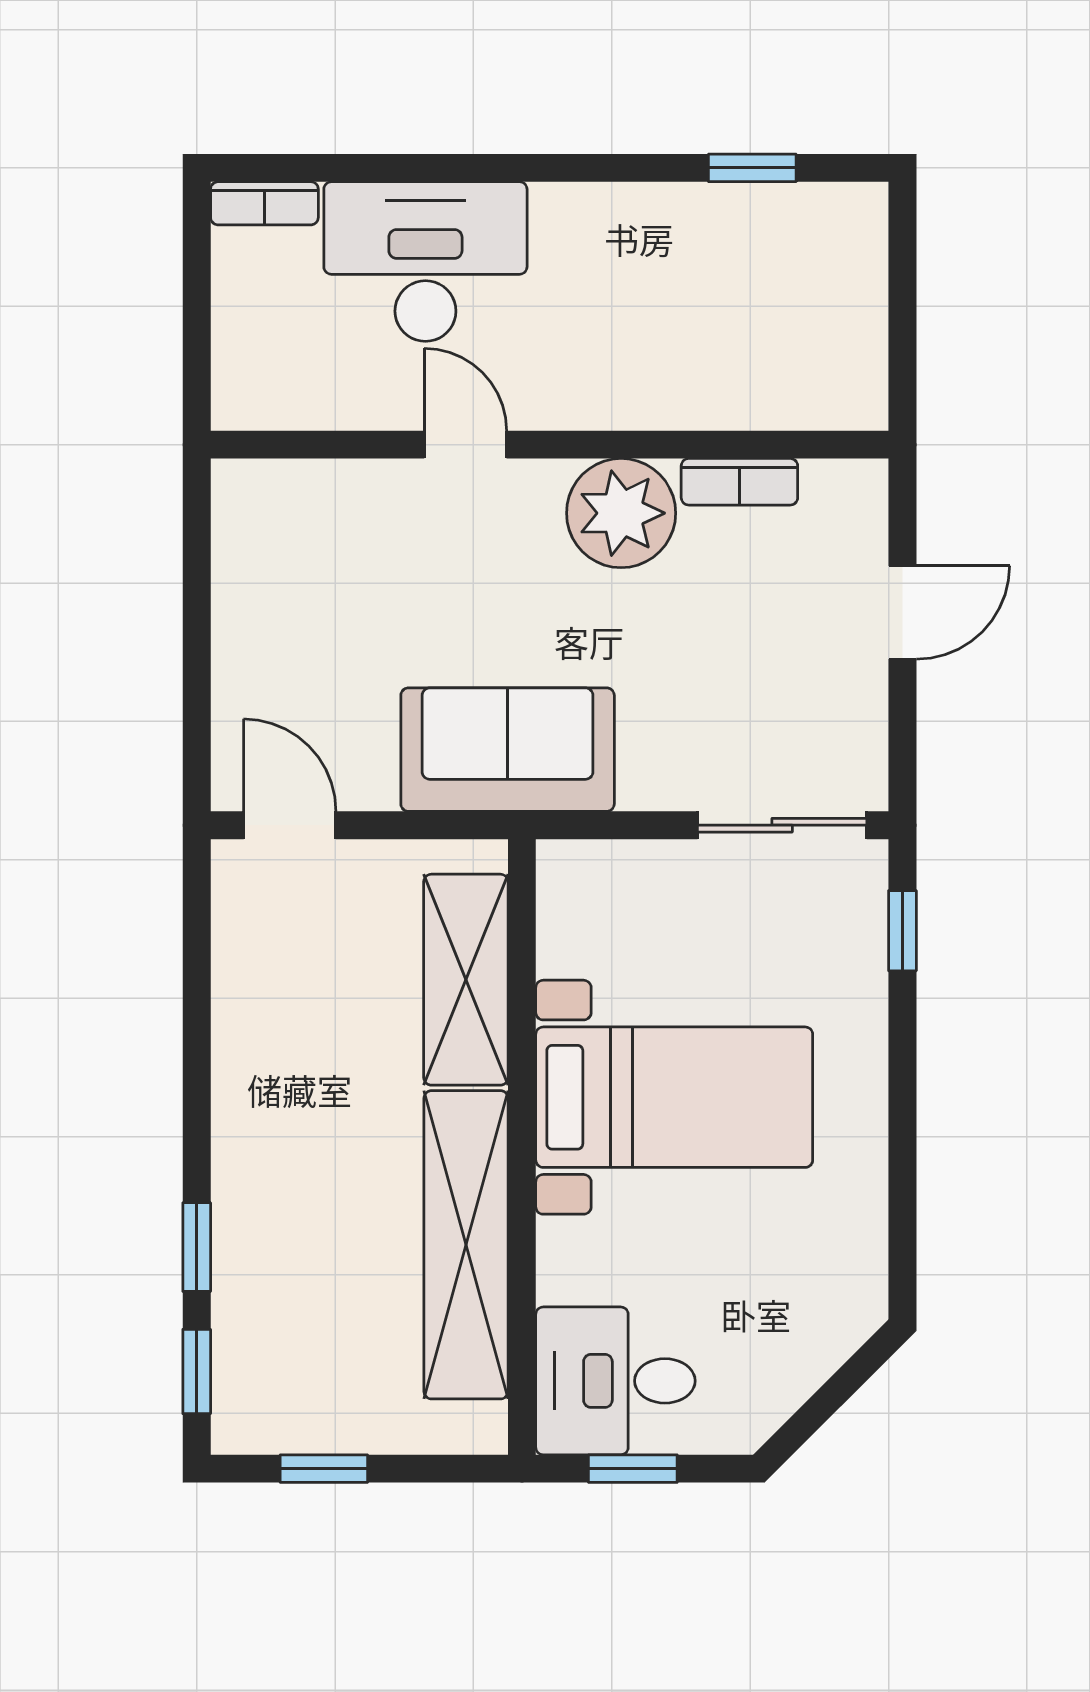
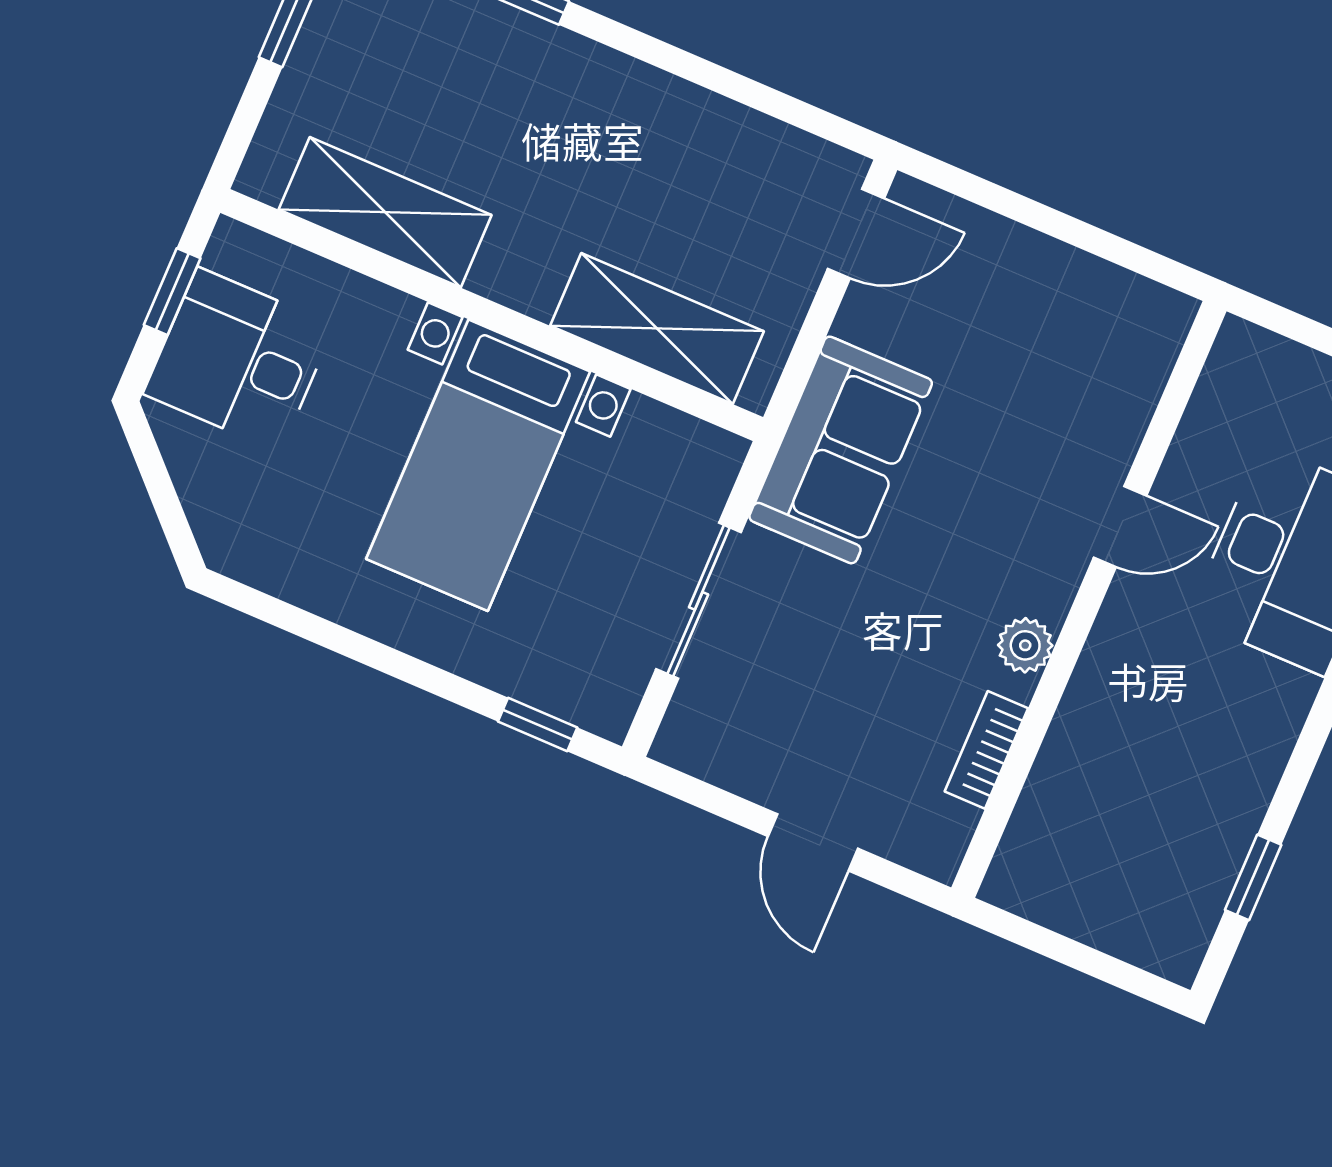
plant: (621, 513) -> (1025, 645), width x0.53, depth x0.53
sliding door: (782, 825) -> (699, 601), moved
shelving: (466, 1245) -> (385, 212), width x0.68
desk: (615, 1381) -> (239, 360), moved, turned -90

